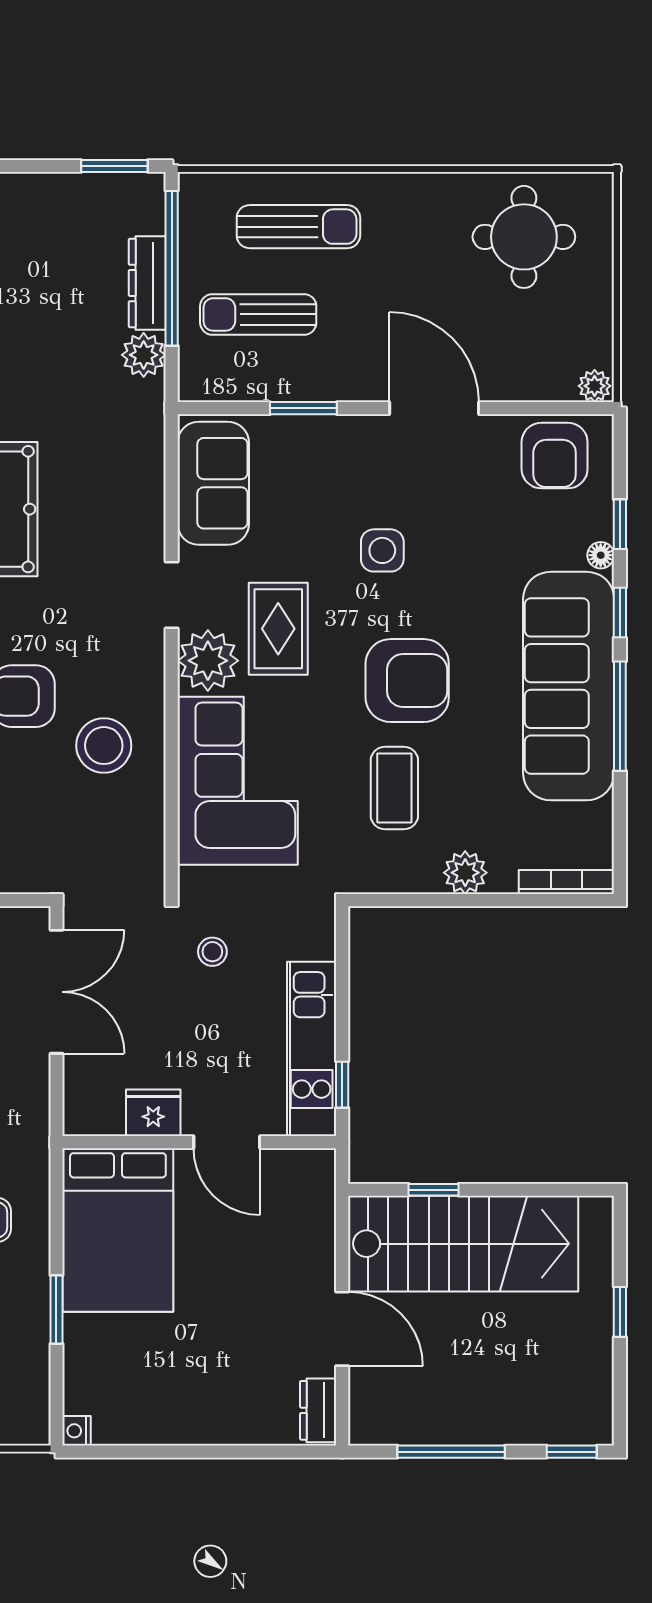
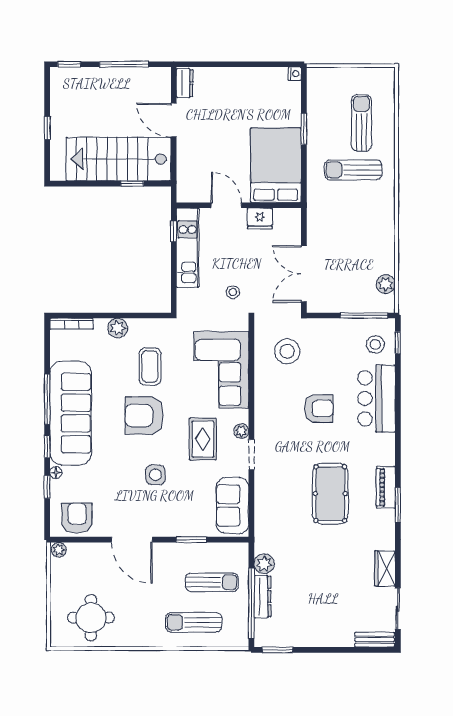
plant: (208, 661) -> (241, 431), width x0.53, depth x0.53
stool: (104, 746) -> (287, 351), moved

